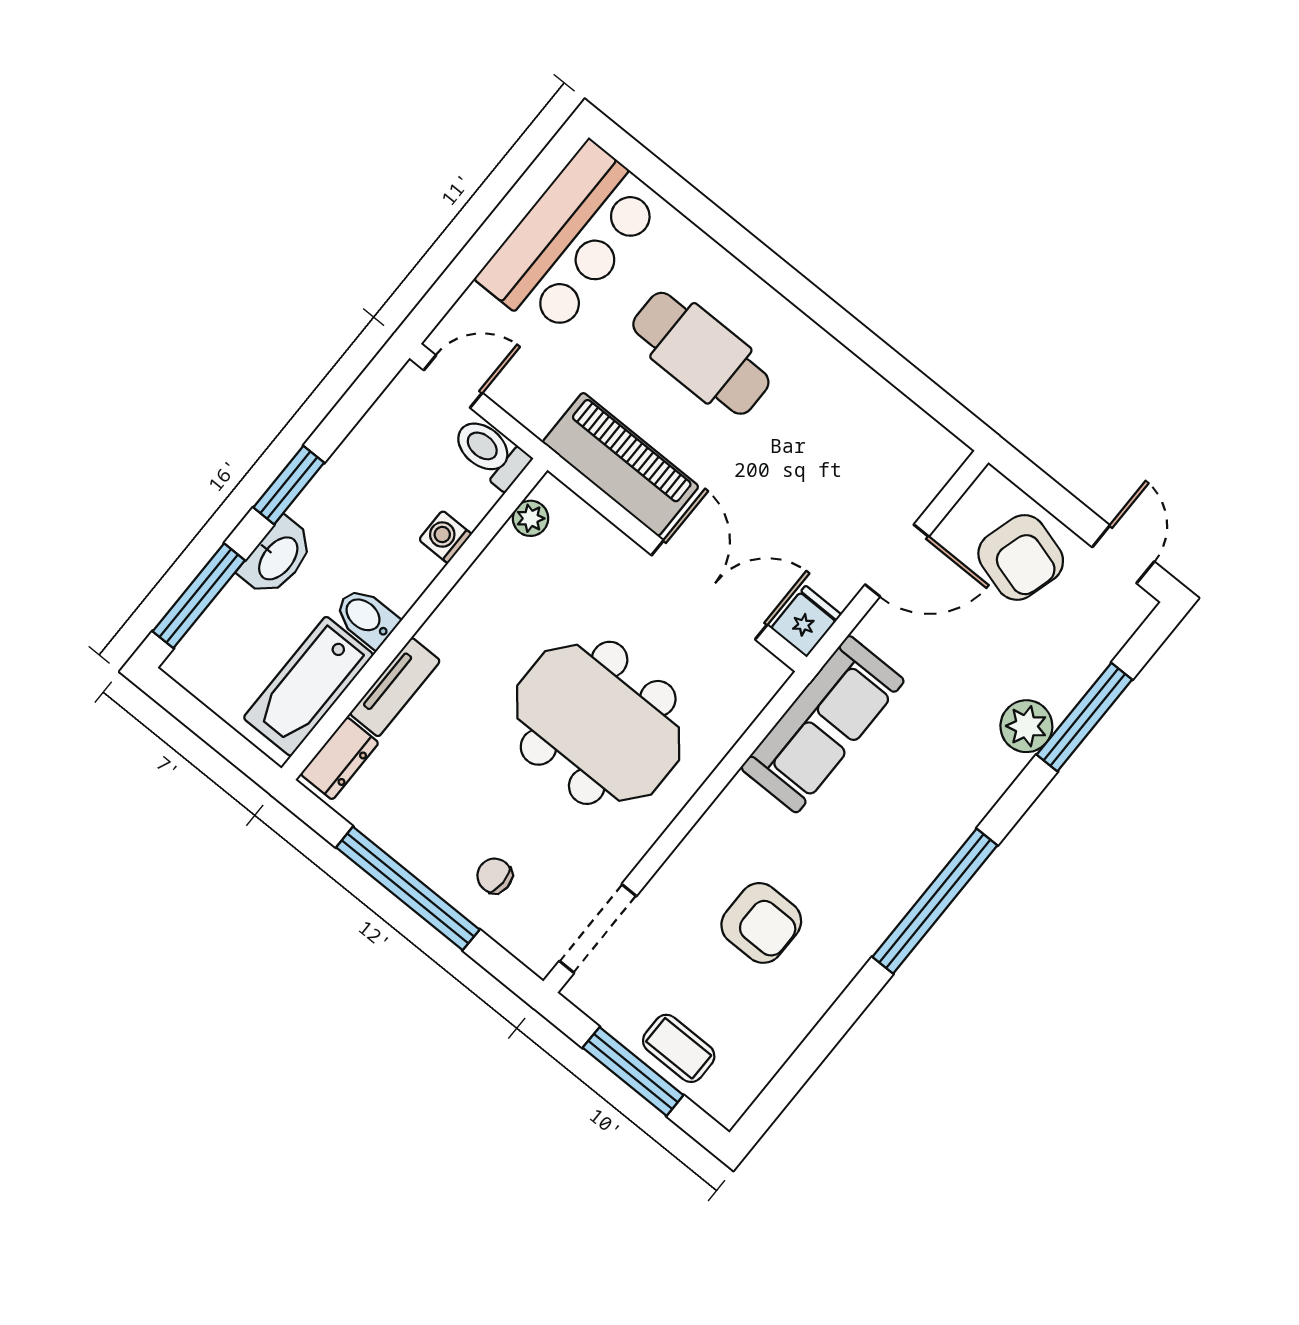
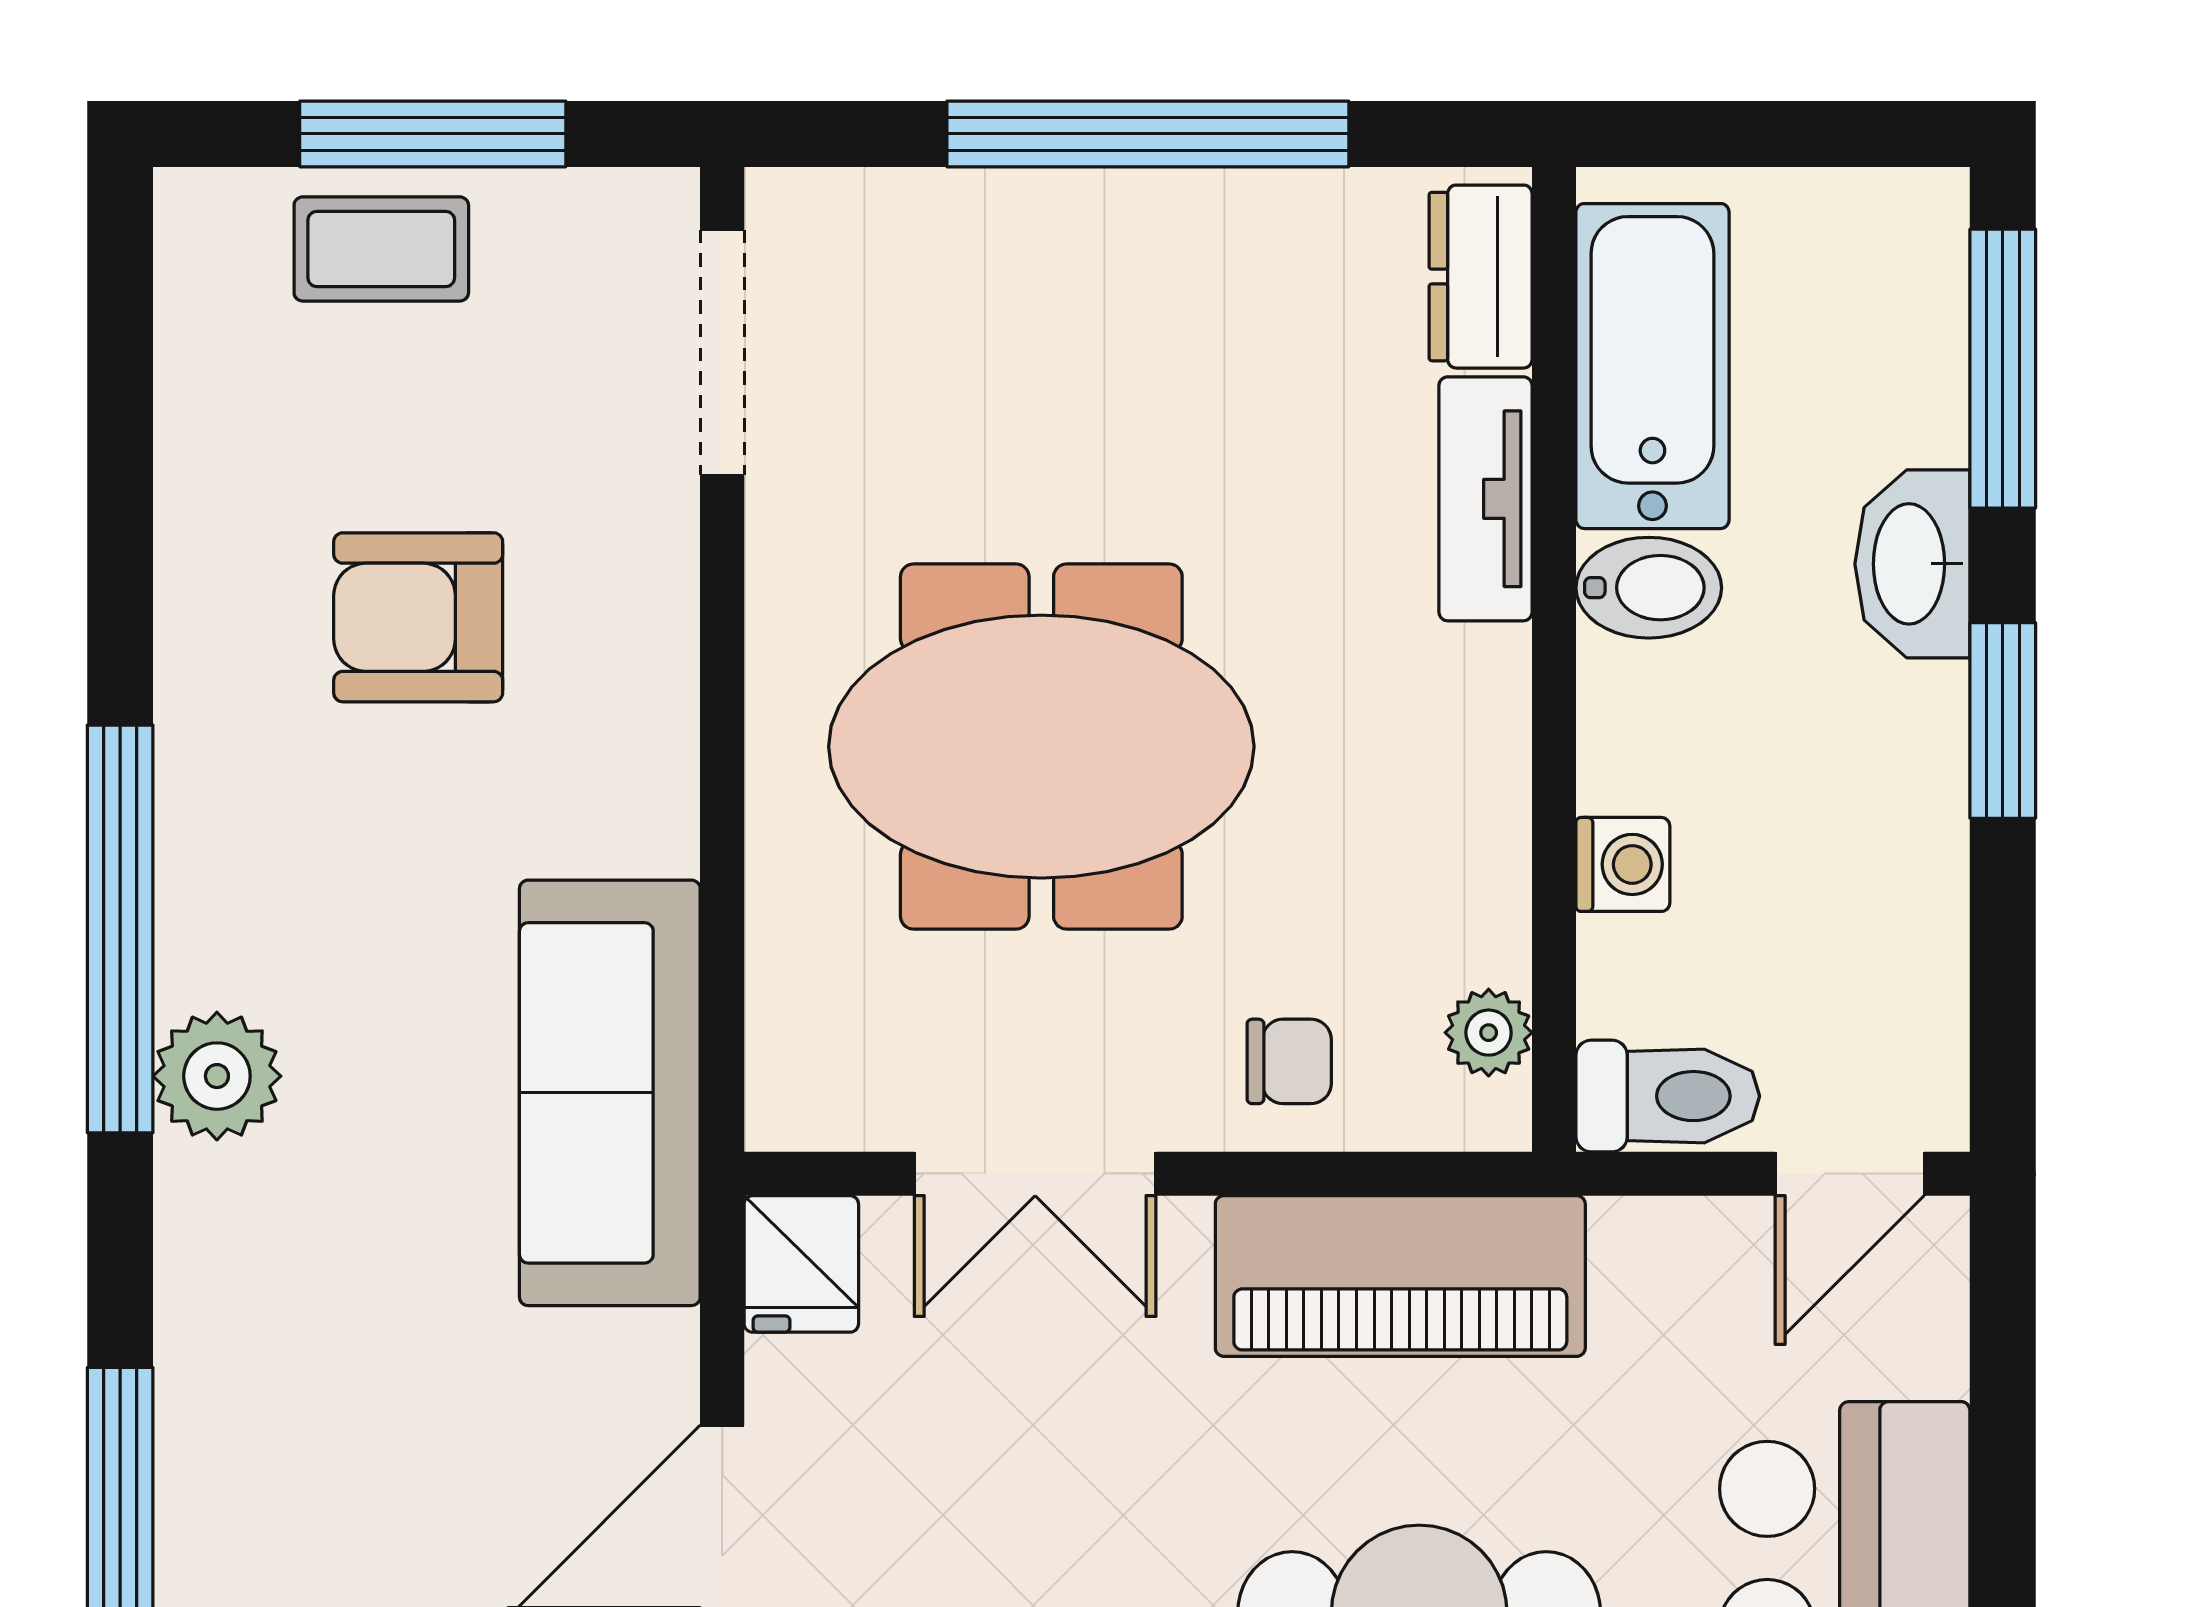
double door: (709, 590) -> (1035, 1174), width x0.73
plant: (1026, 726) -> (217, 1076), moved
chair: (495, 876) -> (1289, 1061), moved

